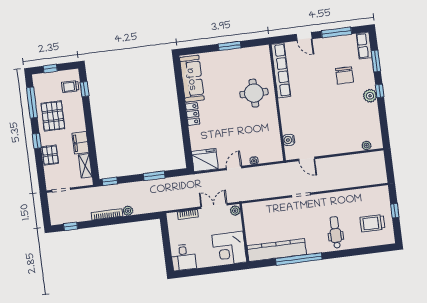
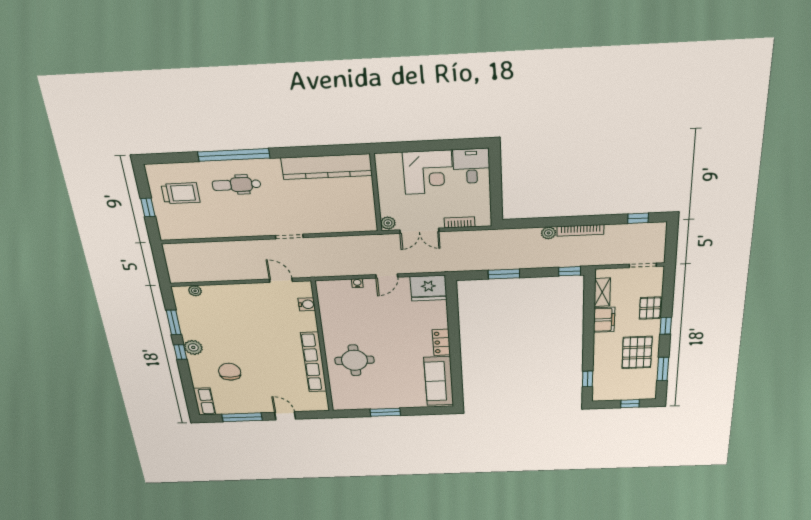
window: (376, 61) -> (174, 322), moved
row of seats: (281, 70) -> (314, 362), moved
trolley: (70, 87) -> (606, 383), removed
window: (32, 103) -> (663, 369), width x0.69
dental chair: (335, 232) -> (237, 185), turned 90
corner desk: (229, 248) -> (428, 172), moved, turned 90
window: (299, 259) -> (234, 155), moved

